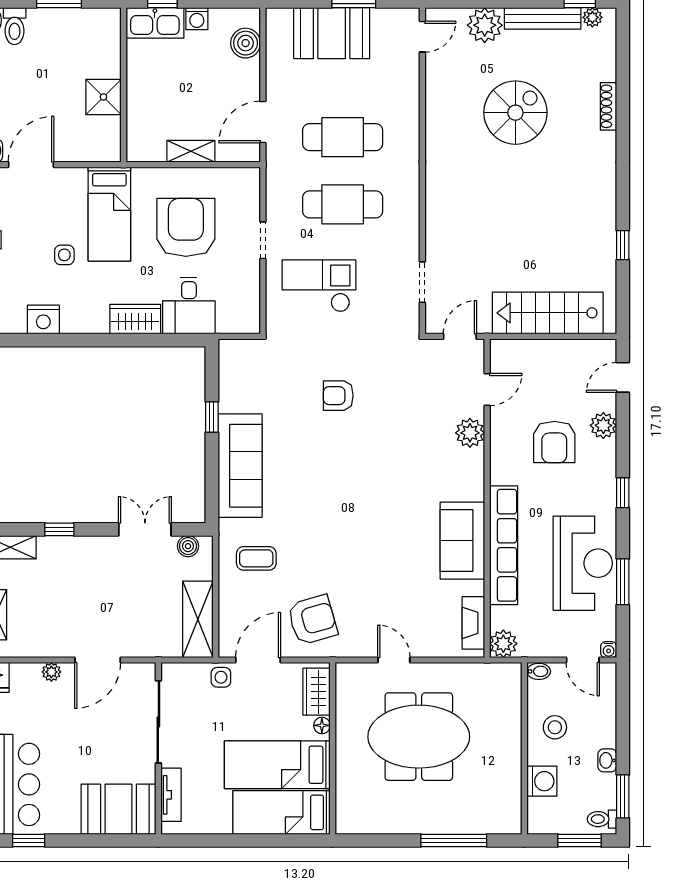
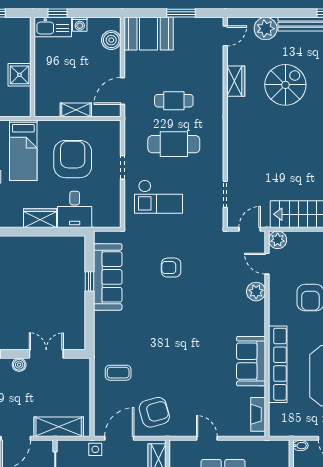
booth: (332, 33) -> (149, 34), moved
wardrobe: (439, 107) -> (236, 81), added
cafe table: (343, 137) -> (174, 101), width x0.73, depth x0.74
checkout: (319, 286) -> (159, 197), turned 180
door: (487, 390) -> (267, 264), swing flipped
sofa: (240, 466) -> (108, 277), moved
boiler: (188, 546) -> (19, 365), moved
shelving: (198, 619) -> (59, 427), moved, turned 90
plant: (503, 644) -> (278, 240), moved

